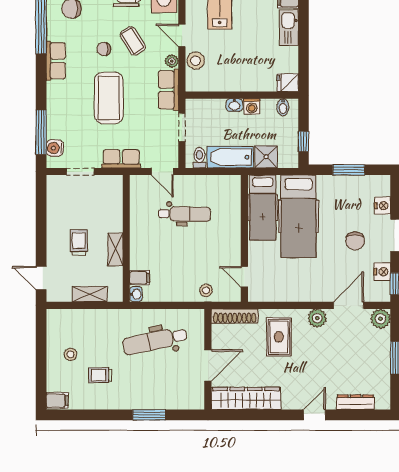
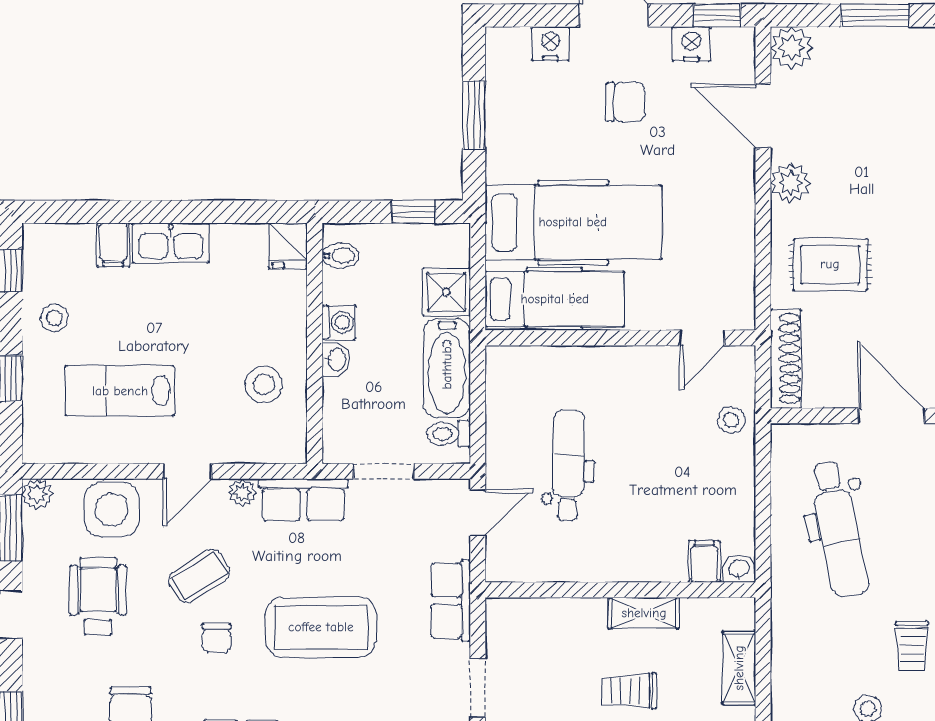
stool: (196, 61) -> (264, 384), moved

